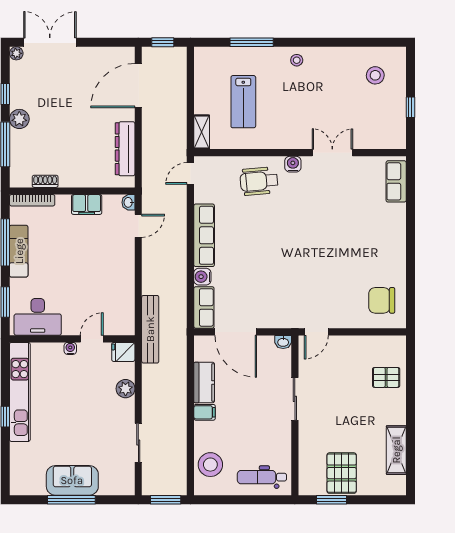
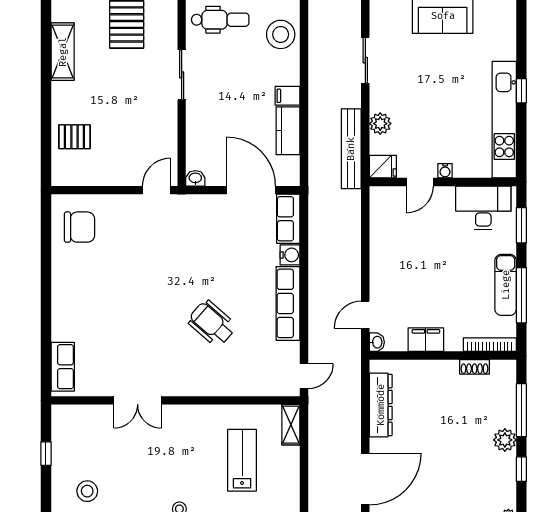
water cooler: (293, 164) -> (184, 387), removed
wheelchair: (259, 181) -> (212, 323), moved, turned -134
bench: (150, 329) -> (351, 149), moved
sliding door: (295, 399) -> (182, 75), moved

